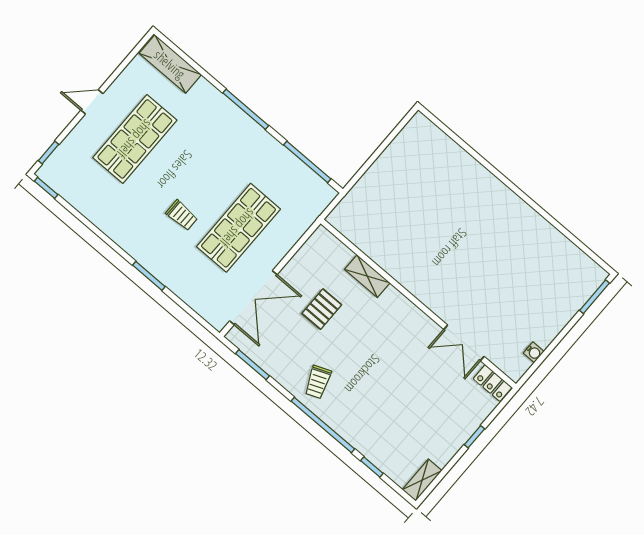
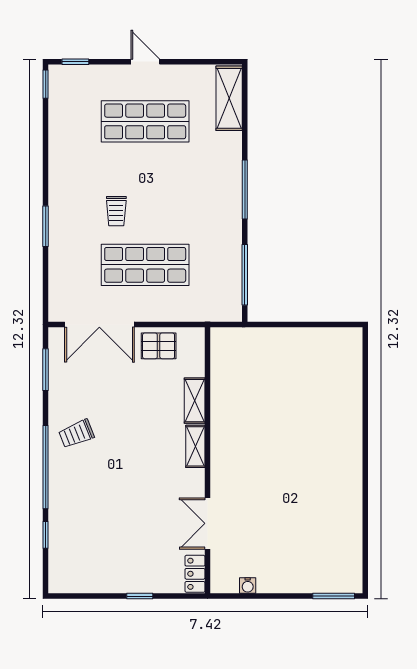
pallet: (322, 309) -> (159, 346), moved
shelving: (422, 480) -> (195, 446), moved, turned 90

